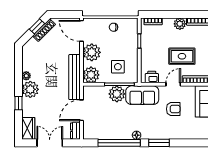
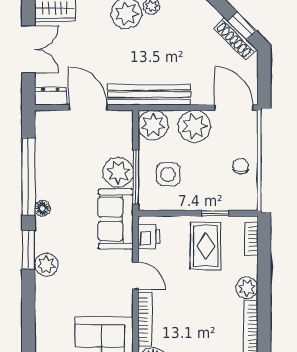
door: (82, 31) -> (234, 108), hinge flipped
rug: (182, 56) -> (206, 246), moved
armchair: (173, 109) -> (90, 276), removed
plant: (167, 133) -> (46, 265), added

